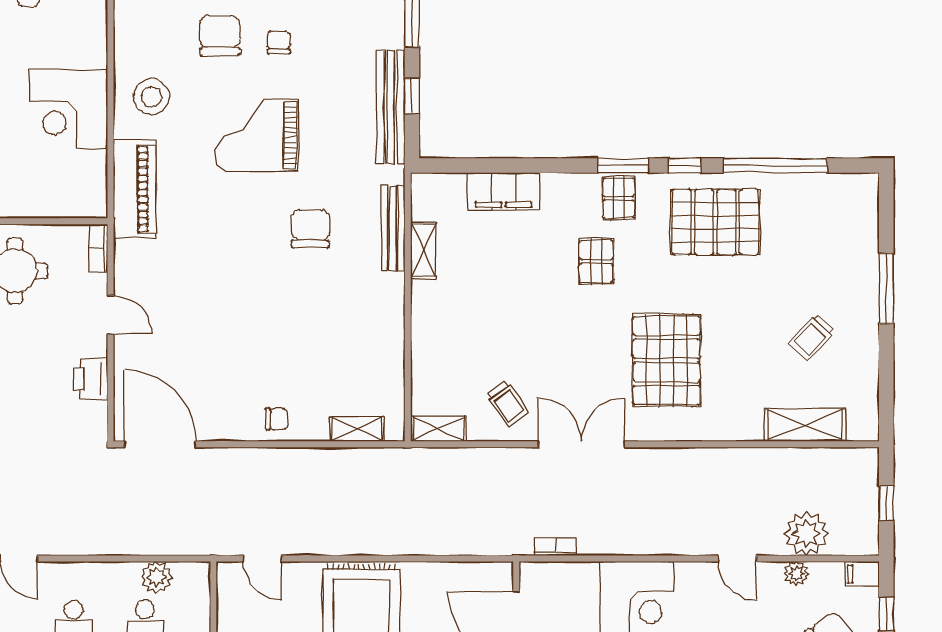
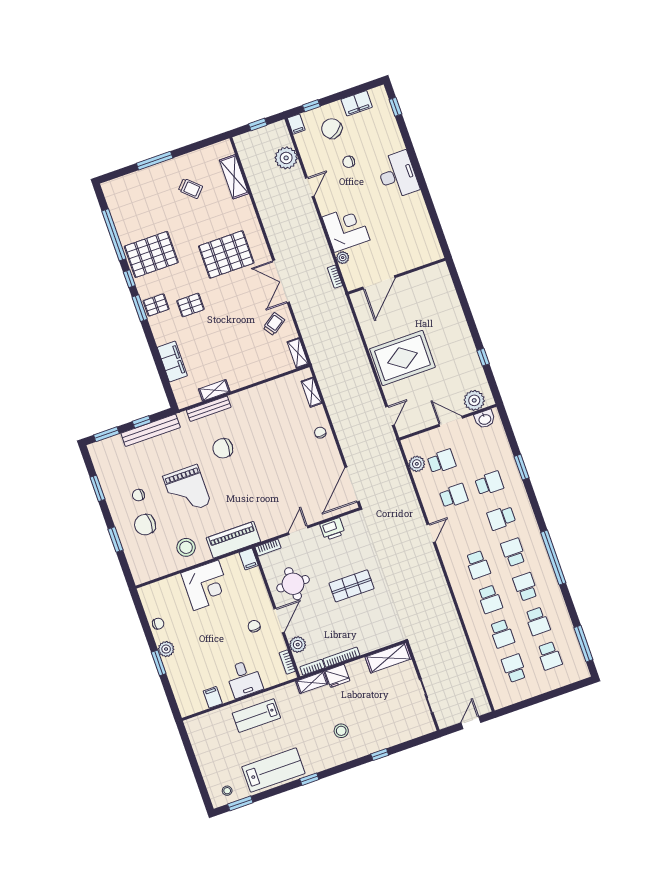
filing cabinet: (89, 205) -> (249, 559), added
pallet: (715, 222) -> (151, 254), turned 90
plant: (796, 574) -> (343, 258), moved

